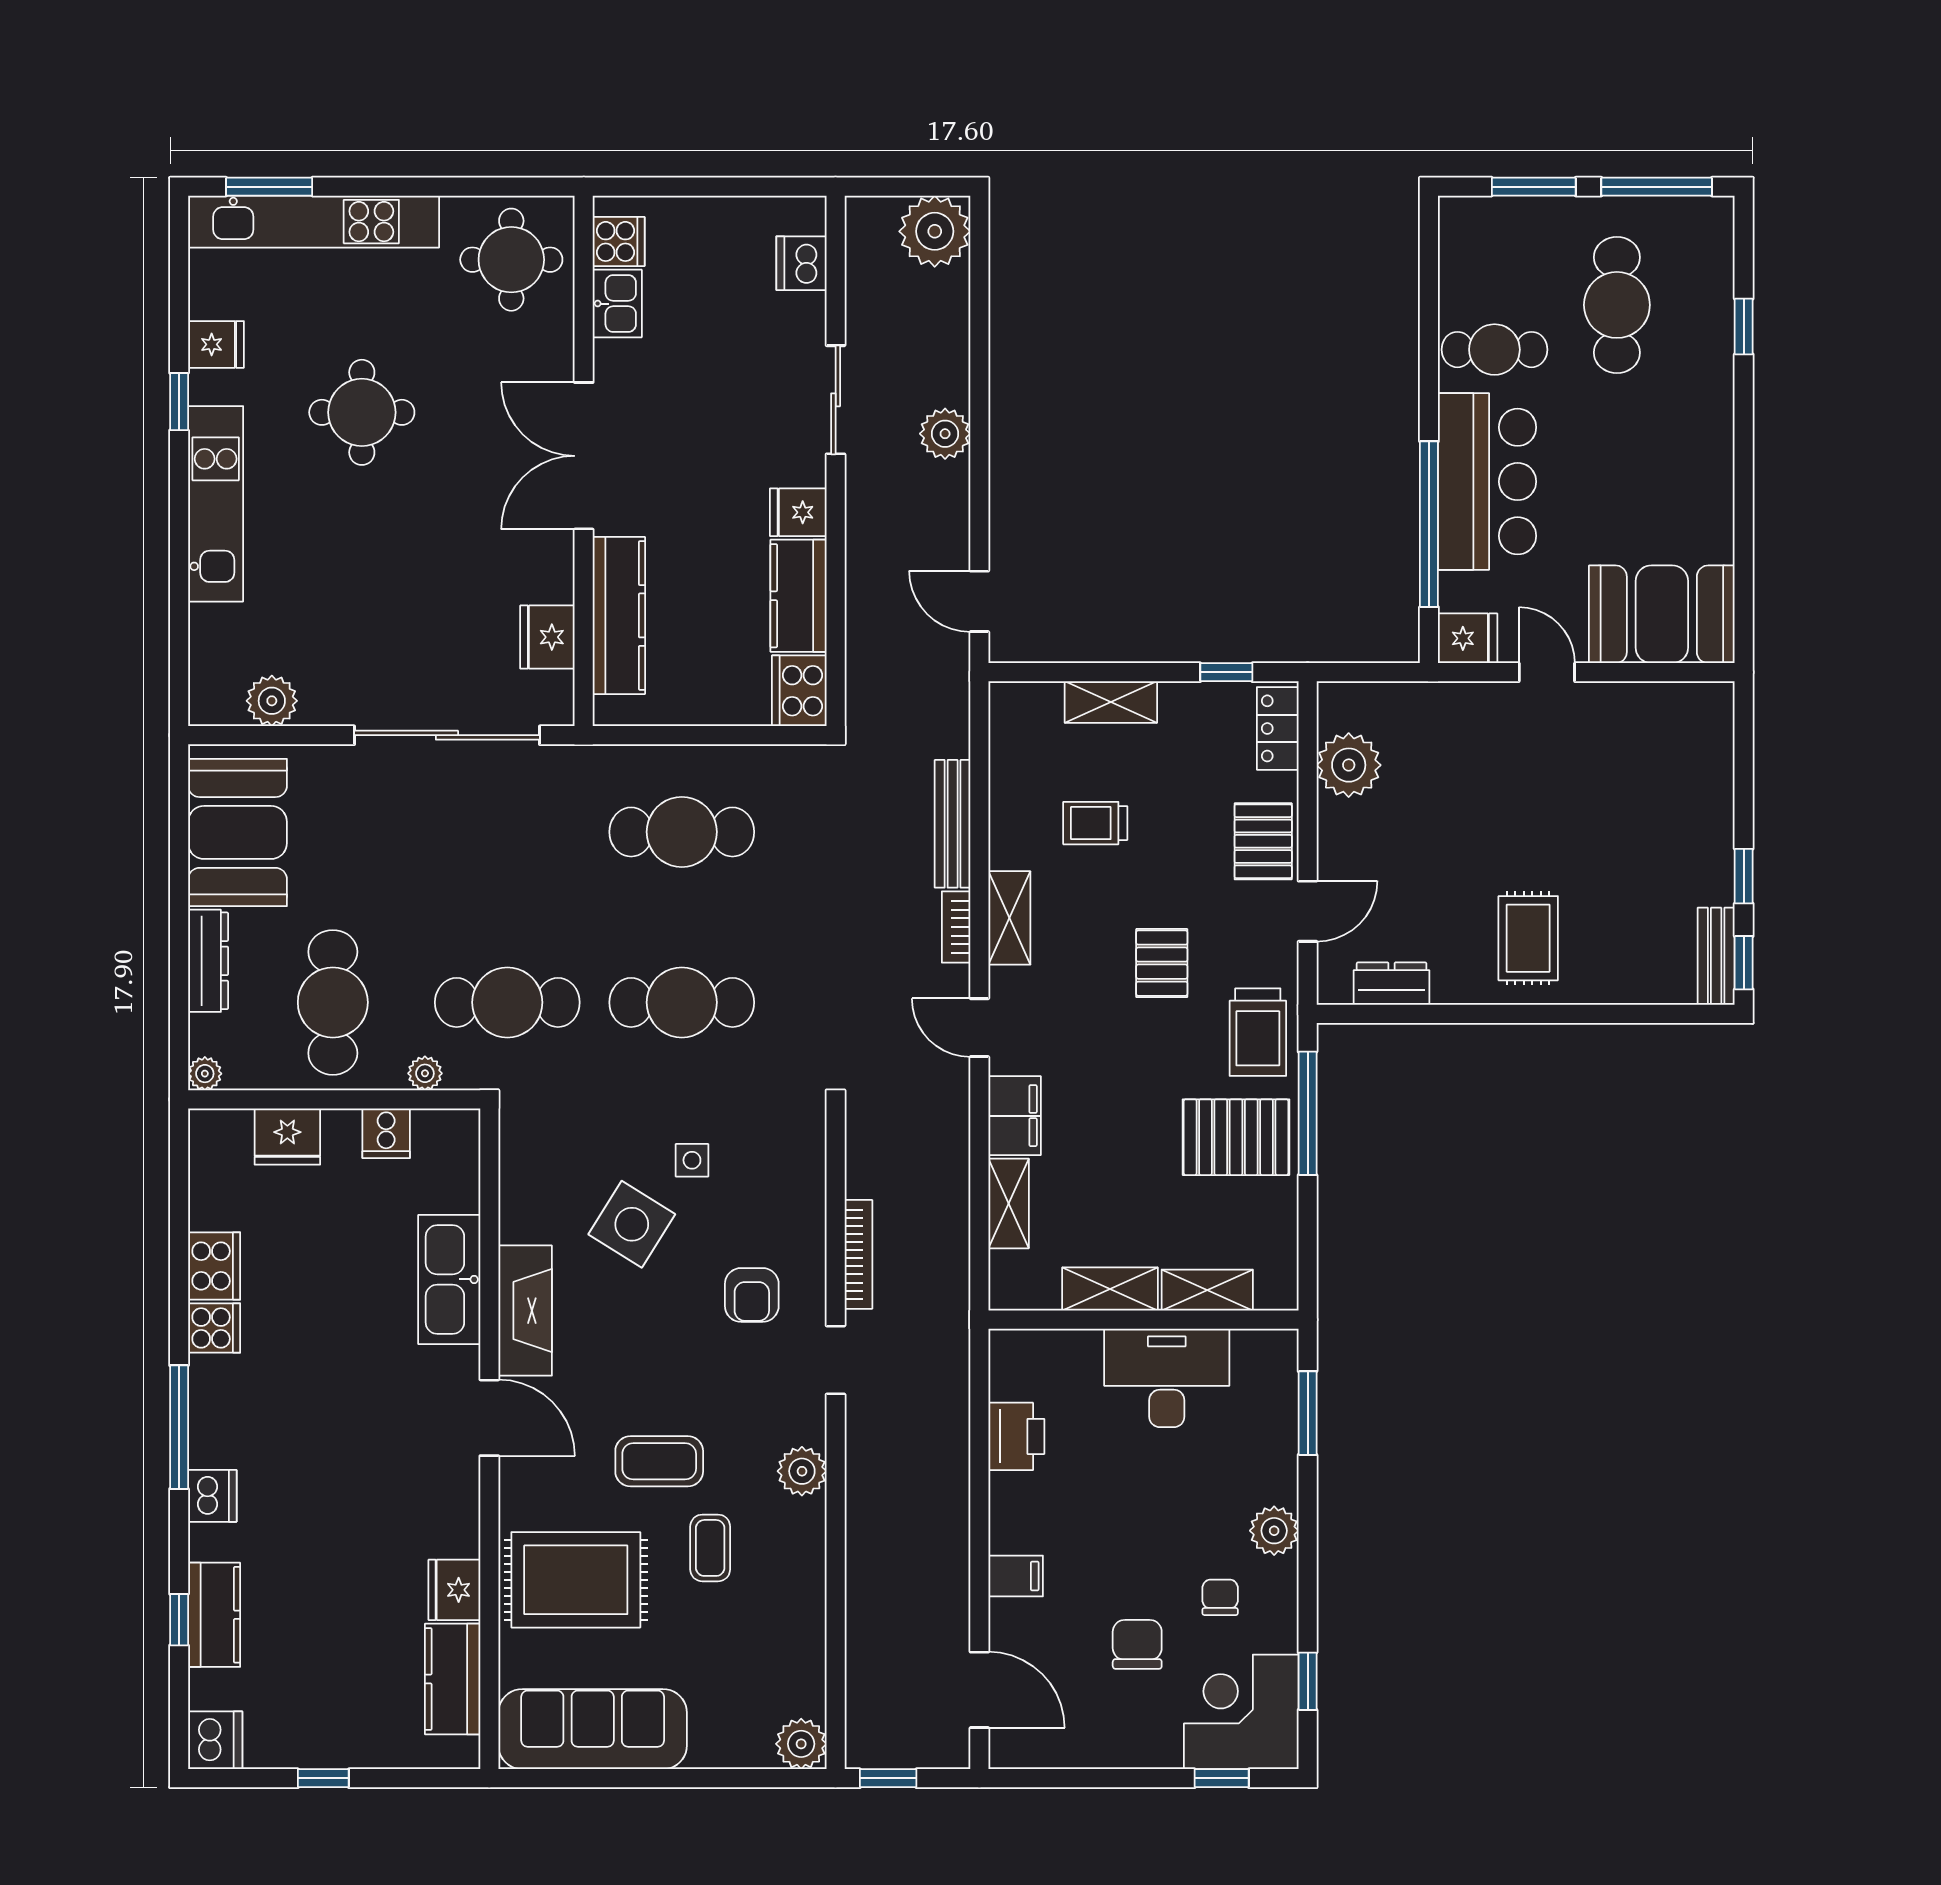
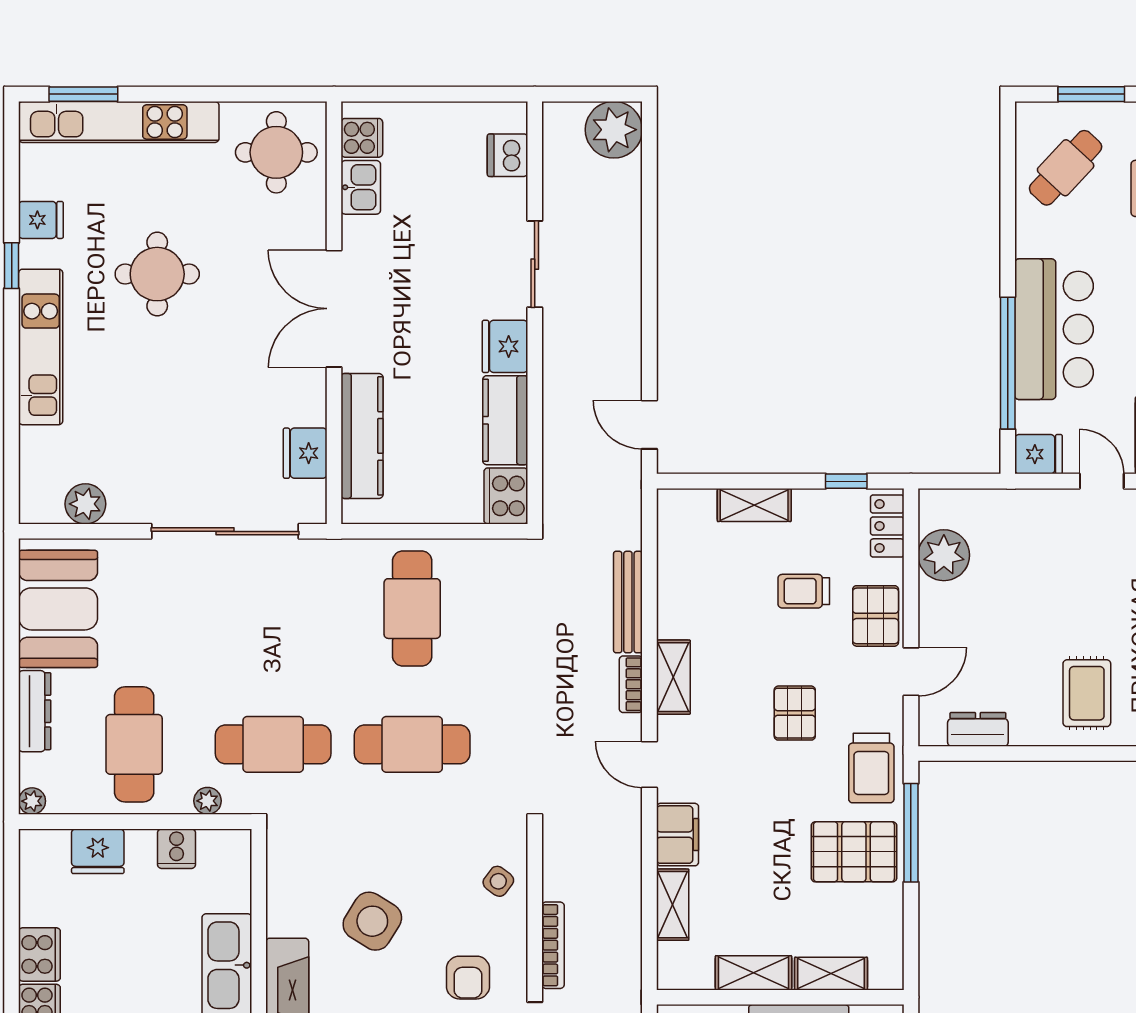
cafe table: (1494, 350) -> (1066, 168), moved, turned -47
plant: (945, 434) -> (622, 291), removed
fridge: (798, 512) -> (505, 346), width x1.38
trolley: (1095, 823) -> (804, 591), moved
cafe table: (682, 832) -> (412, 609), turned 90
side table: (692, 1160) -> (498, 881), moved, turned 37

